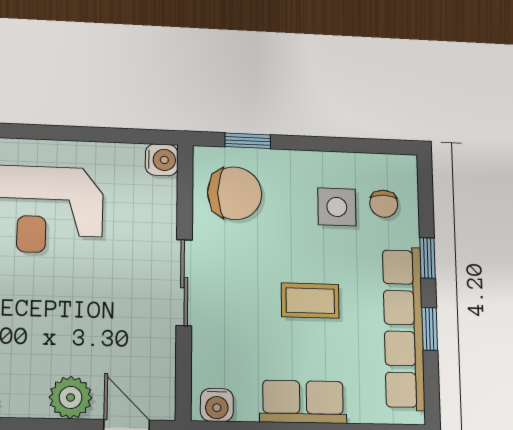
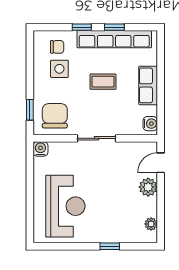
coffee table: (310, 301) -> (103, 82), turned 90

